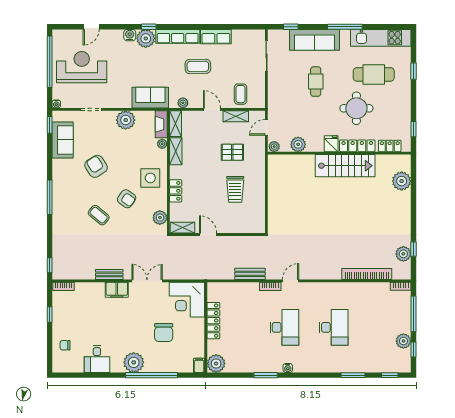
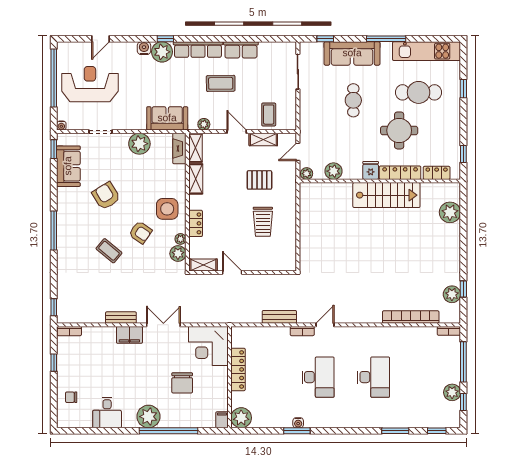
plant: (162, 144) -> (181, 239), moved
water cooler: (288, 368) -> (298, 423), moved

